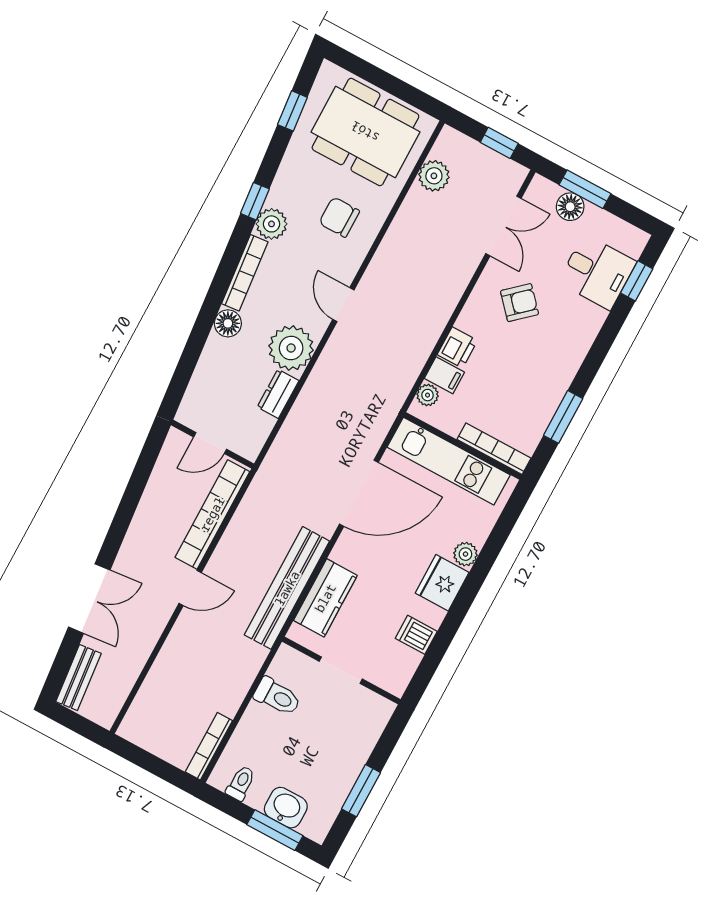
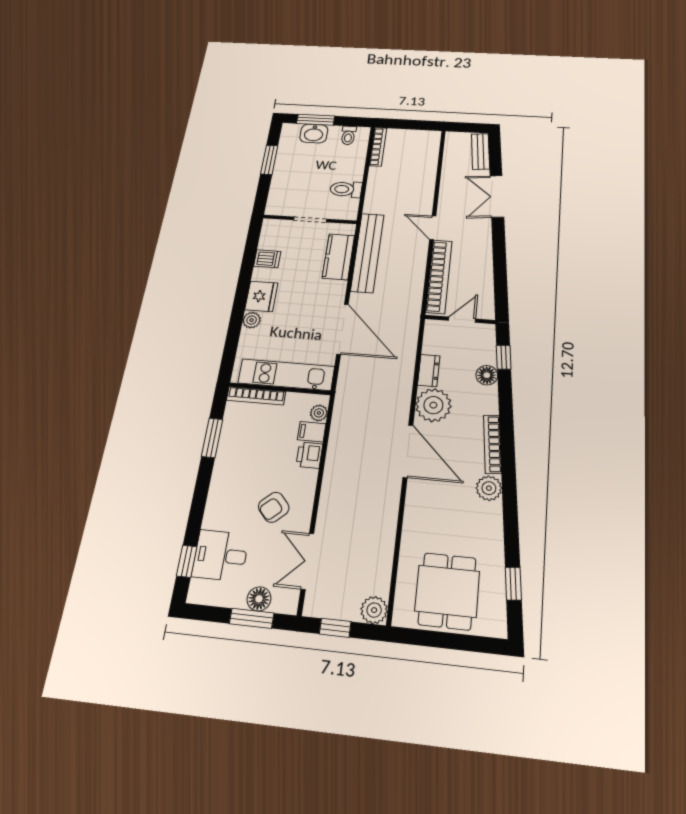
dining table: (365, 132) -> (447, 591), width x0.73
plant: (434, 176) -> (374, 610), moved
window: (255, 201) -> (504, 357), moved
chair: (339, 217) -> (439, 515), removed
door: (343, 305) -> (408, 451), width x1.88
floor lamp: (228, 323) -> (487, 375), moved
door: (359, 493) -> (342, 329), swing flipped
door: (190, 588) -> (433, 228), hinge flipped

